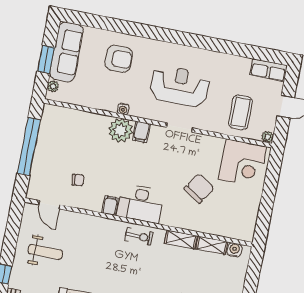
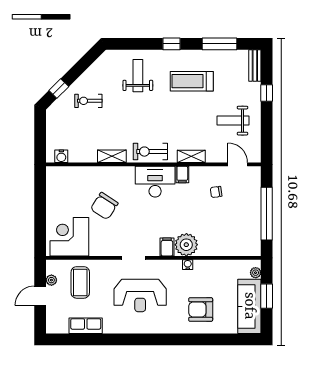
row of seats: (268, 70) -> (86, 326), moved
plant: (268, 137) -> (51, 280), moved
exercise bike: (139, 236) -> (150, 152), width x1.38, depth x1.39
shelving: (212, 245) -> (191, 156), moved

